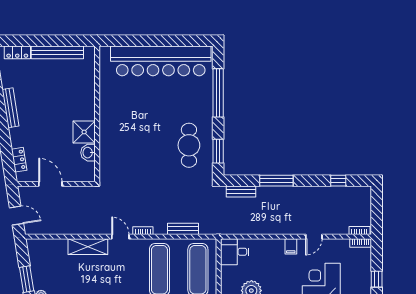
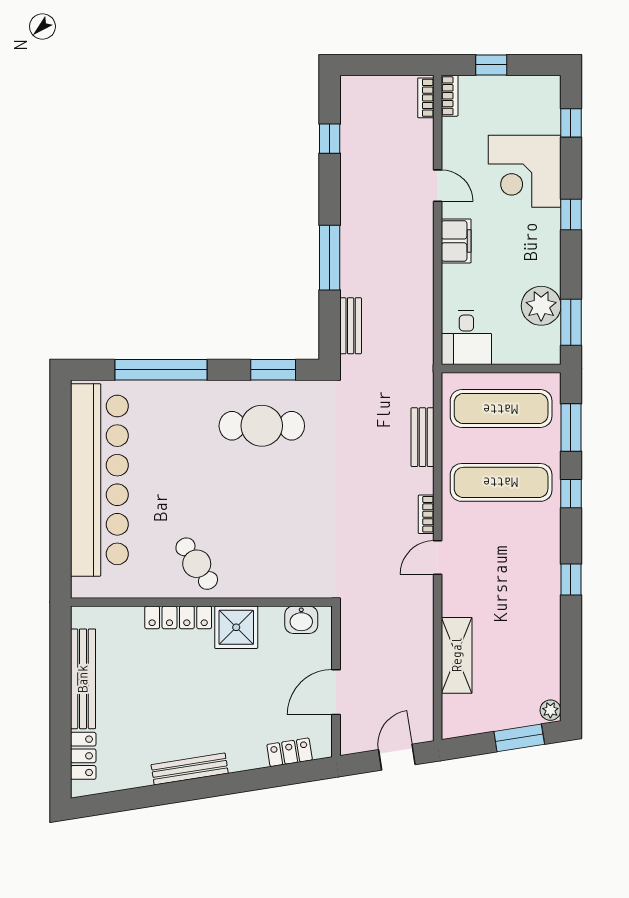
locker: (89, 102) -> (178, 617), added
cafe table: (117, 111) -> (197, 564), added
washbasin: (88, 153) -> (301, 620), moved
filing cabinet: (291, 246) -> (456, 241), width x2.00
shelving: (88, 247) -> (457, 655), moved
window: (377, 279) -> (491, 65), moved

